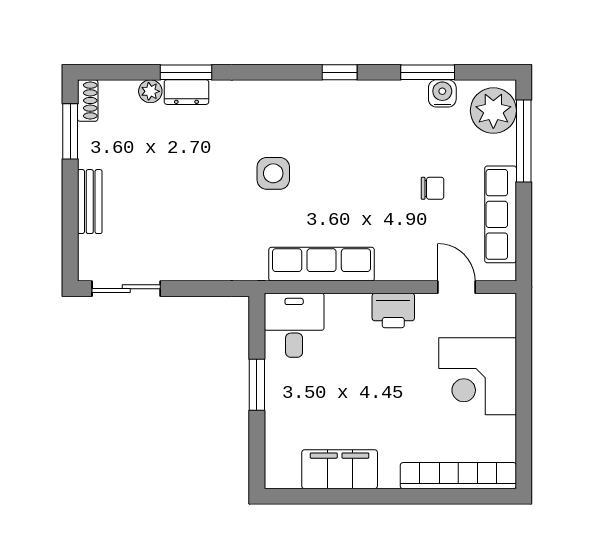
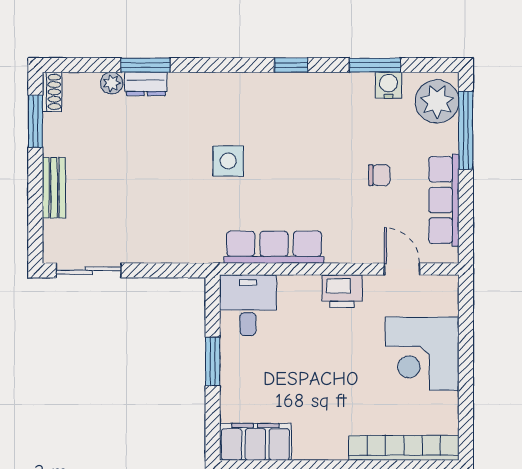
filing cabinet: (340, 469) -> (255, 442), moved

